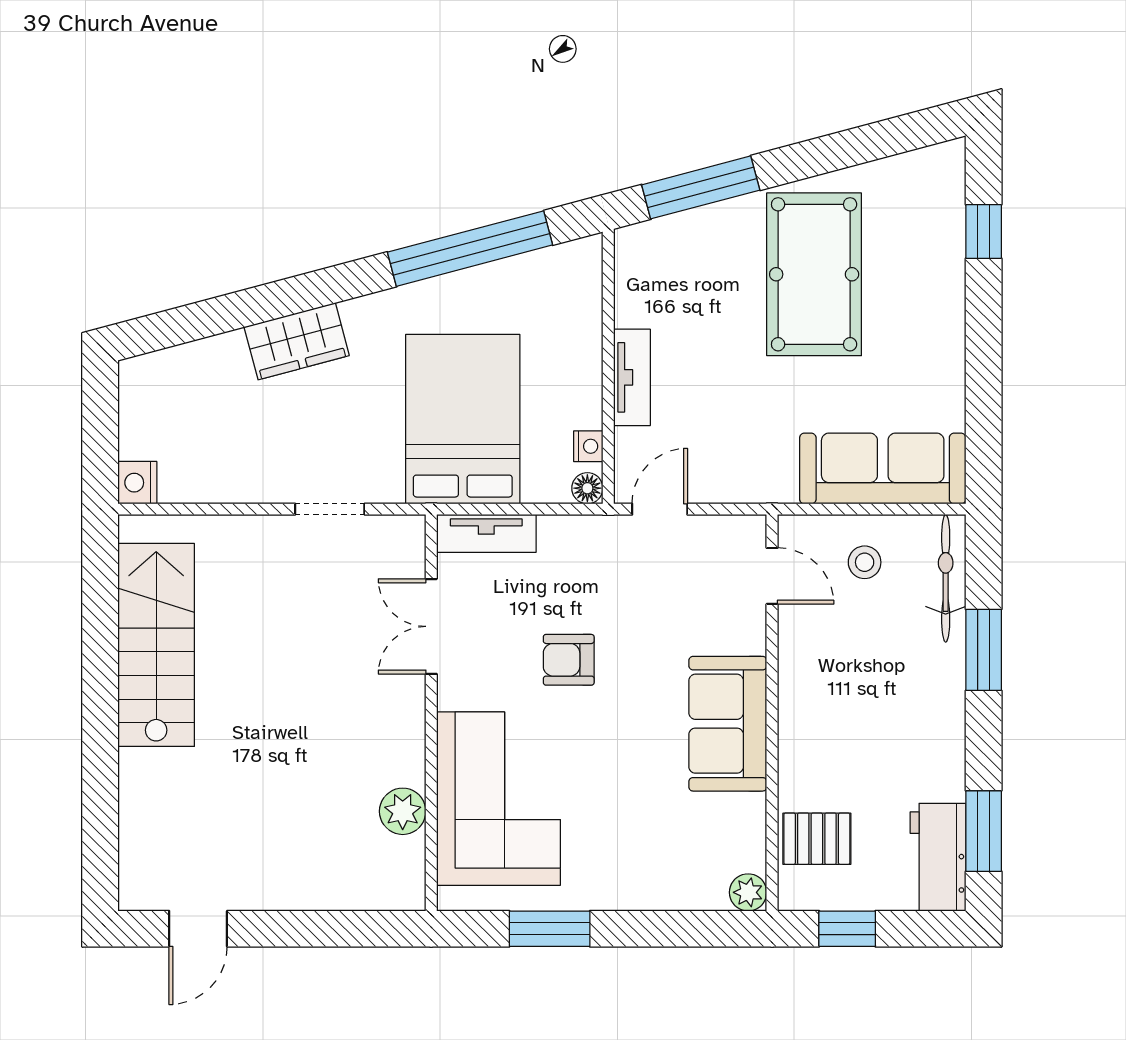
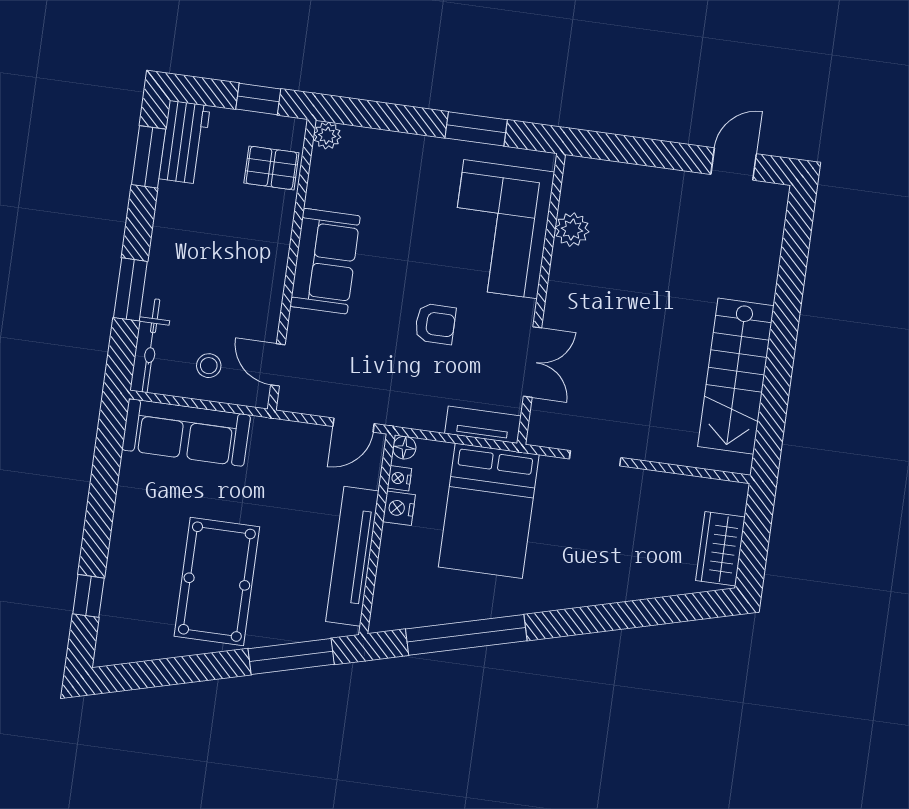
wardrobe: (297, 341) -> (720, 549), moved, turned -75
tv unit: (632, 377) -> (352, 556), width x1.92, depth x1.29
nightstand: (137, 483) -> (399, 508), moved, turned 180

